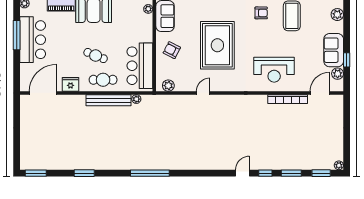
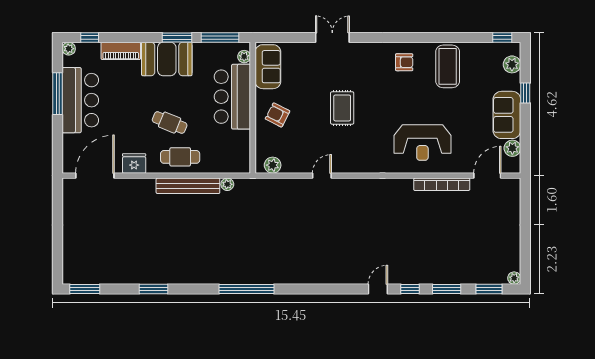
rug: (217, 45) -> (342, 108), width x0.54, depth x0.49
window: (347, 60) -> (525, 93), moved
bar counter: (140, 66) -> (232, 97), moved

